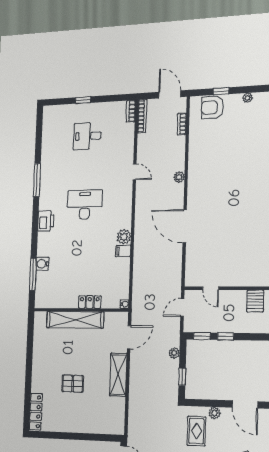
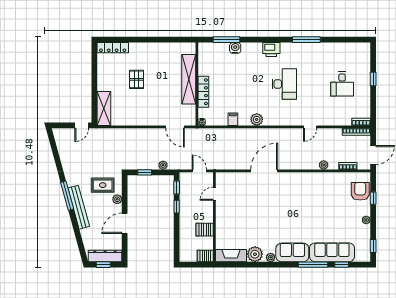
desk: (87, 136) -> (342, 84), turned 180
plant: (179, 177) -> (324, 165), moved
filing cabinet: (123, 251) -> (233, 119), moved
locker: (90, 302) -> (203, 92), width x1.53
shelving: (118, 375) -> (104, 108), moved, turned 90

